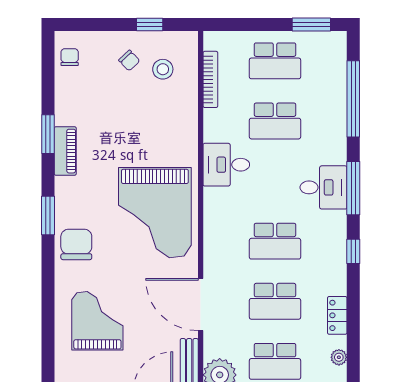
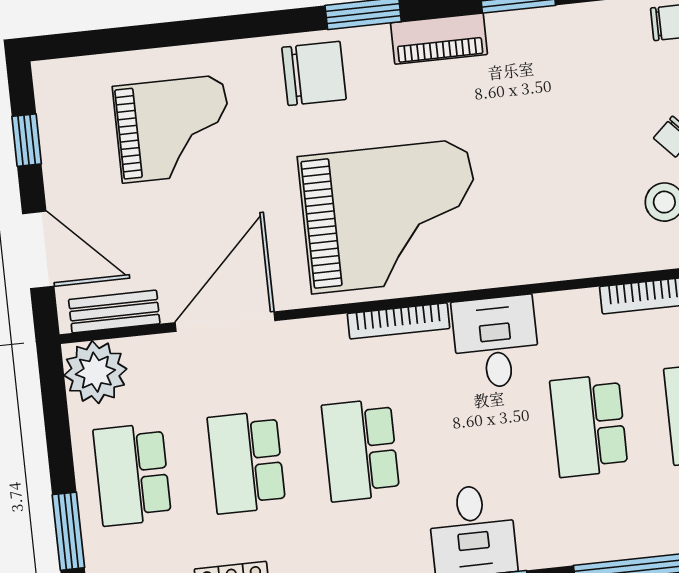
piano: (65, 151) -> (439, 39), moved
grand piano: (155, 213) -> (390, 216), turned 180
bookcase: (210, 214) -> (398, 321), added

